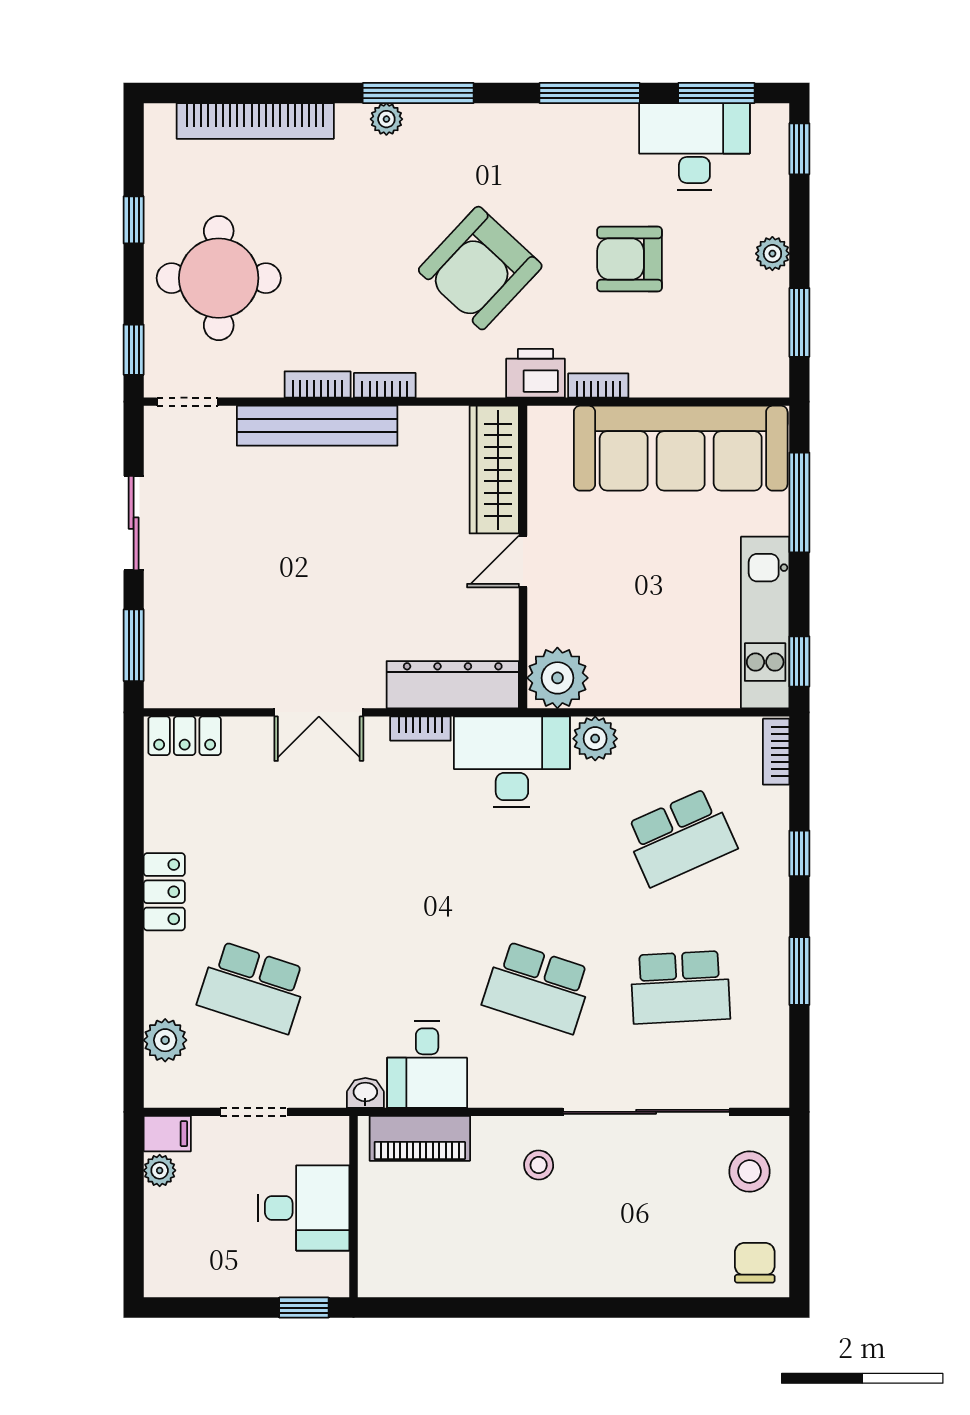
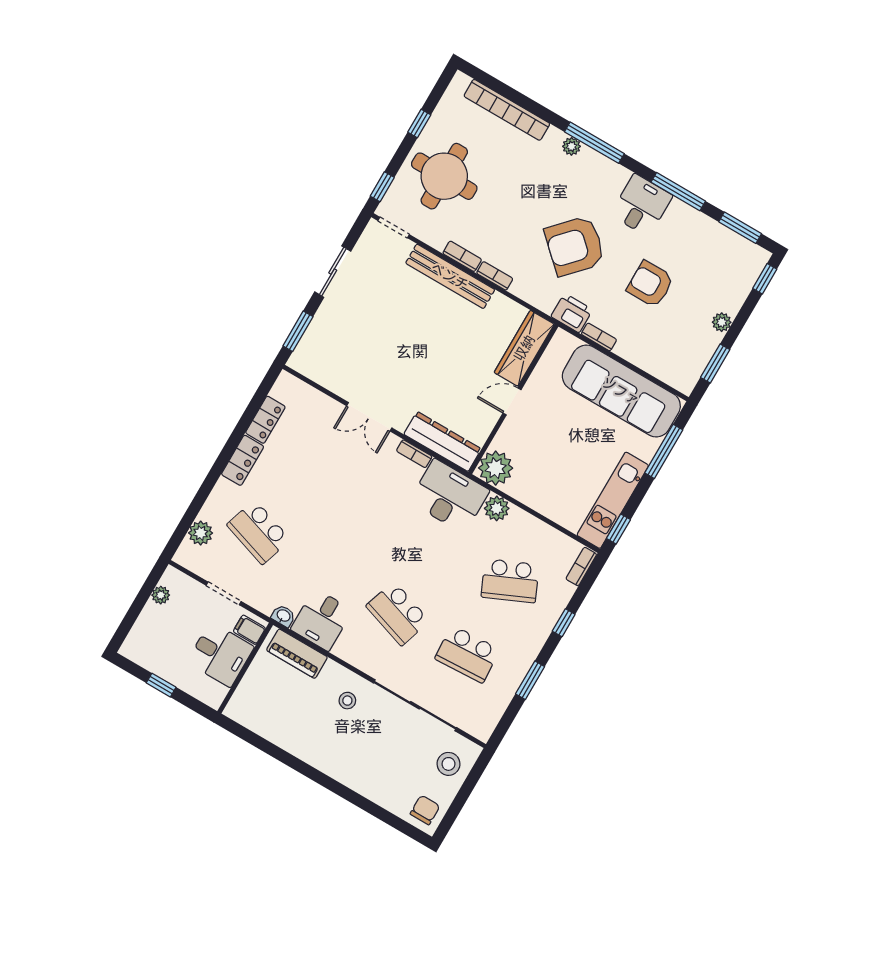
desk: (694, 147) -> (641, 205), moved, width x0.73
locker: (185, 736) -> (265, 420), moved, turned -90
filing cabinet: (167, 1134) -> (249, 630), moved, turned 180
window: (304, 1308) -> (161, 685), moved

